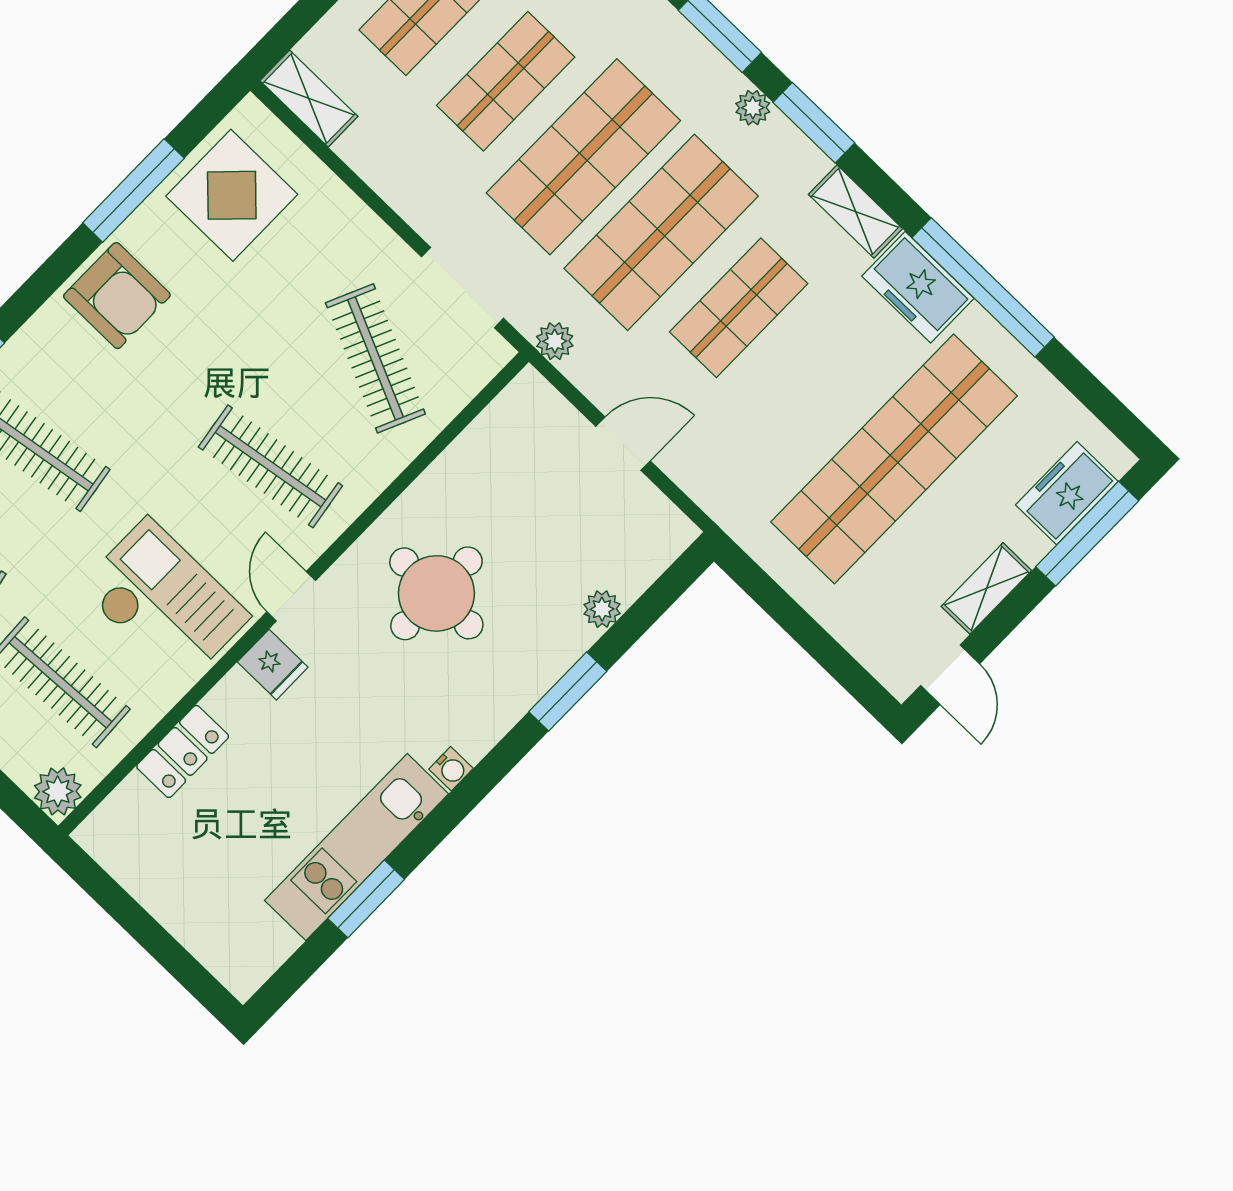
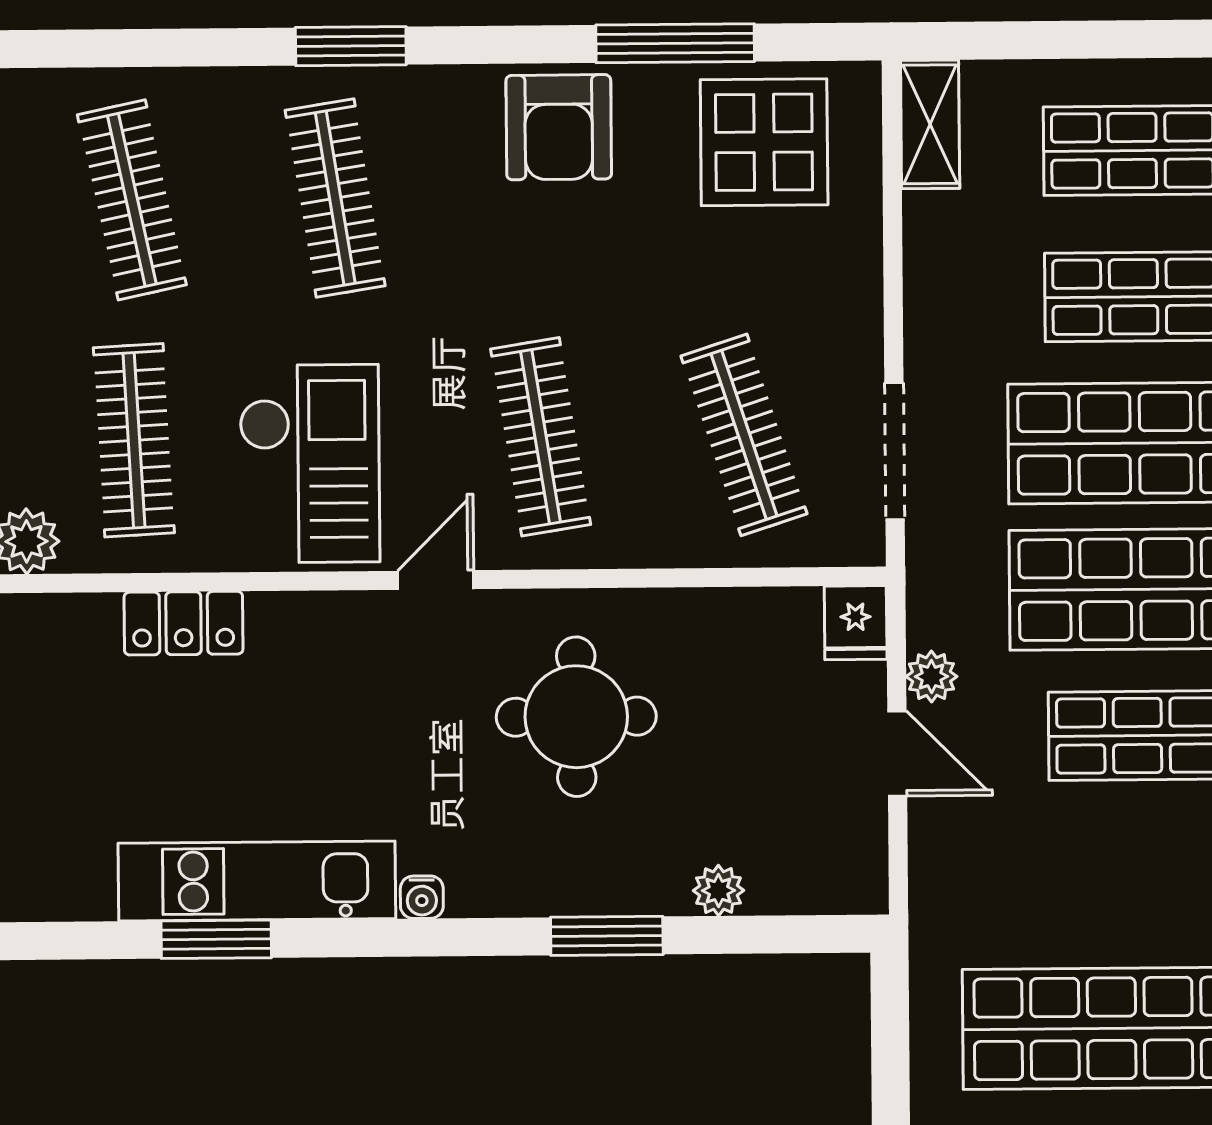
plant: (555, 341) -> (932, 677), moved
clothes rail: (375, 358) -> (744, 435), turned -42
fridge: (273, 665) -> (856, 623), moved

